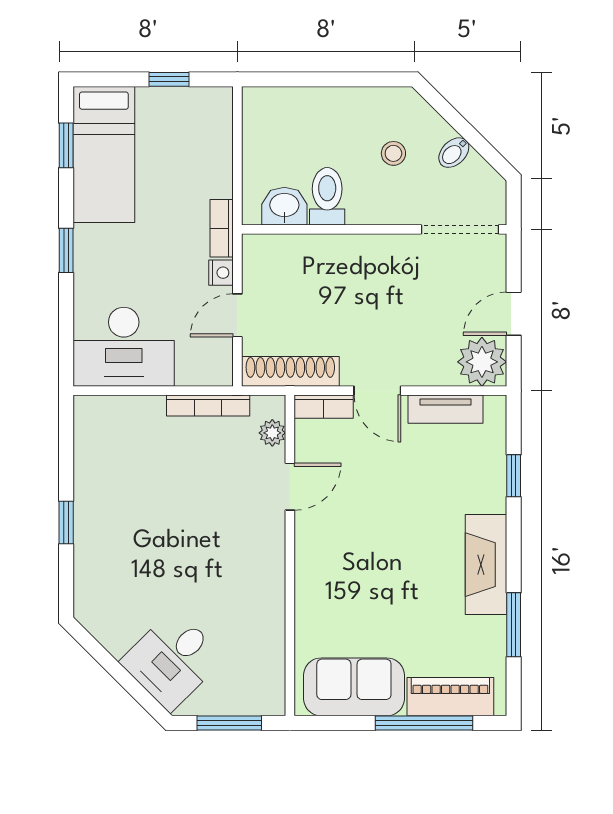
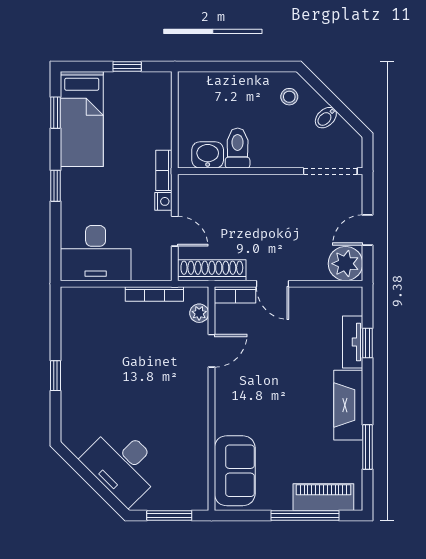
stool: (393, 153) -> (289, 97), moved
door: (237, 315) -> (175, 231), swing flipped
tv unit: (446, 409) -> (353, 342), moved, turned 90
desk: (172, 660) -> (123, 465), width x1.37
sofa: (354, 687) -> (235, 471), moved, turned 90

